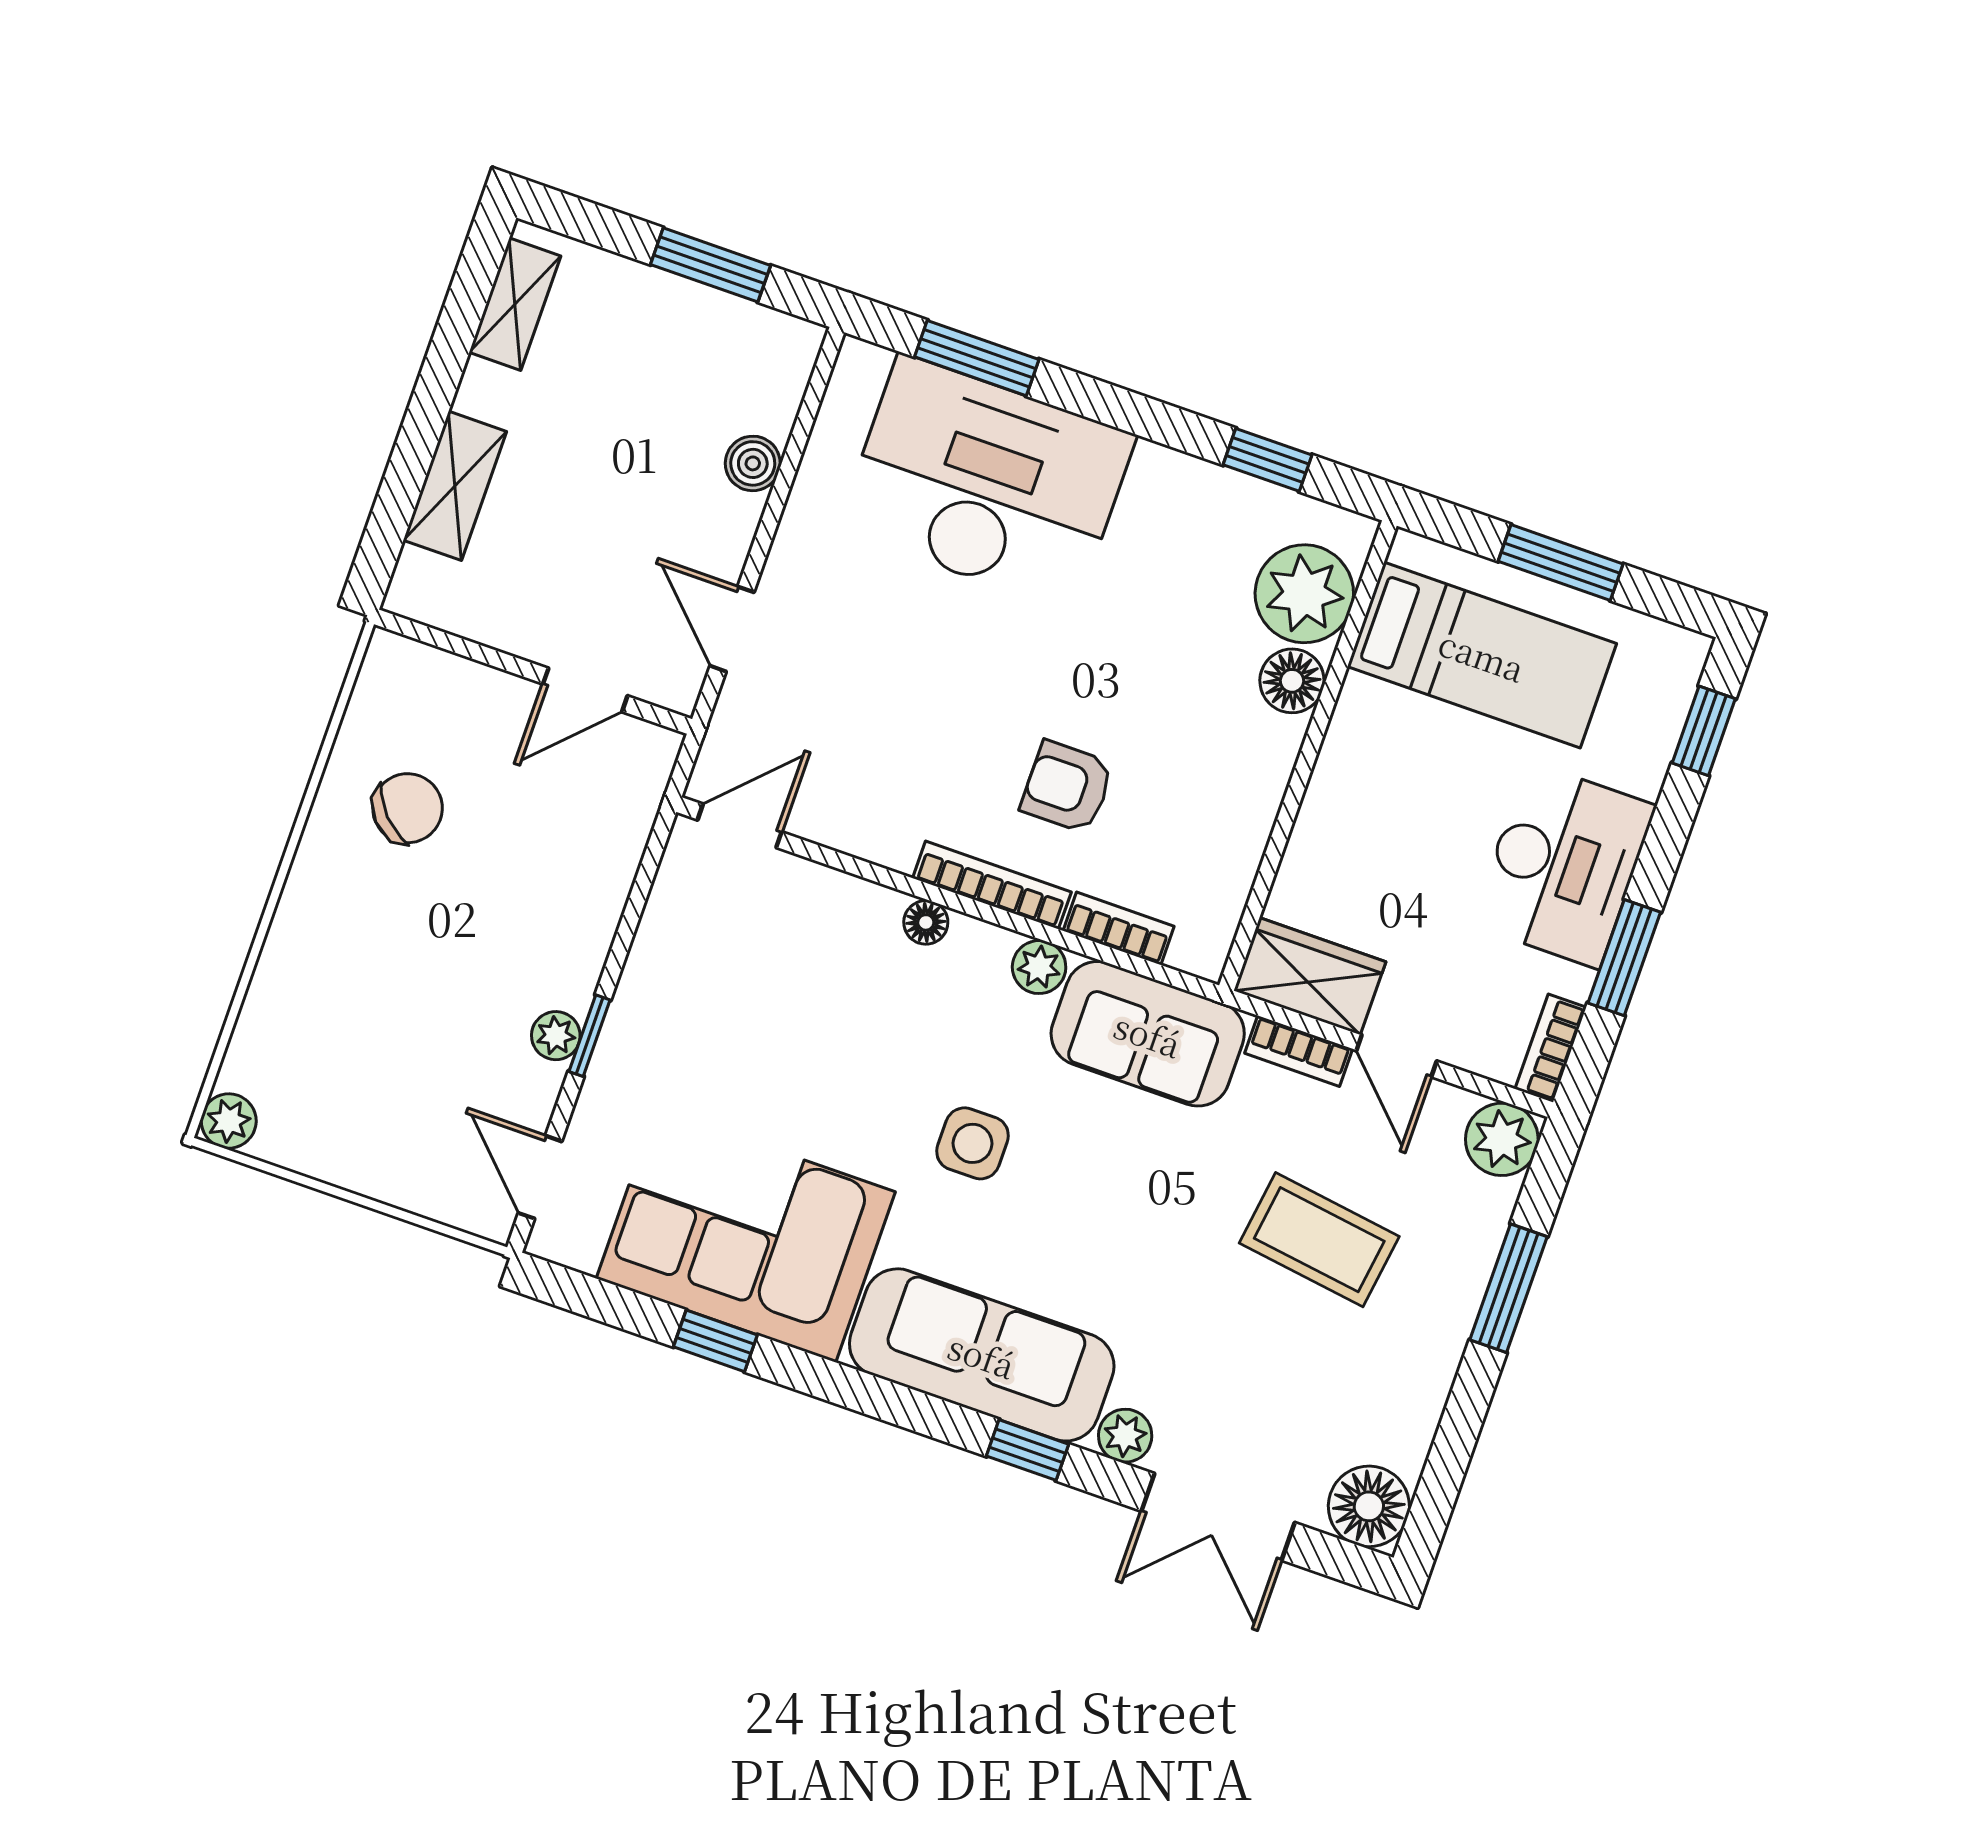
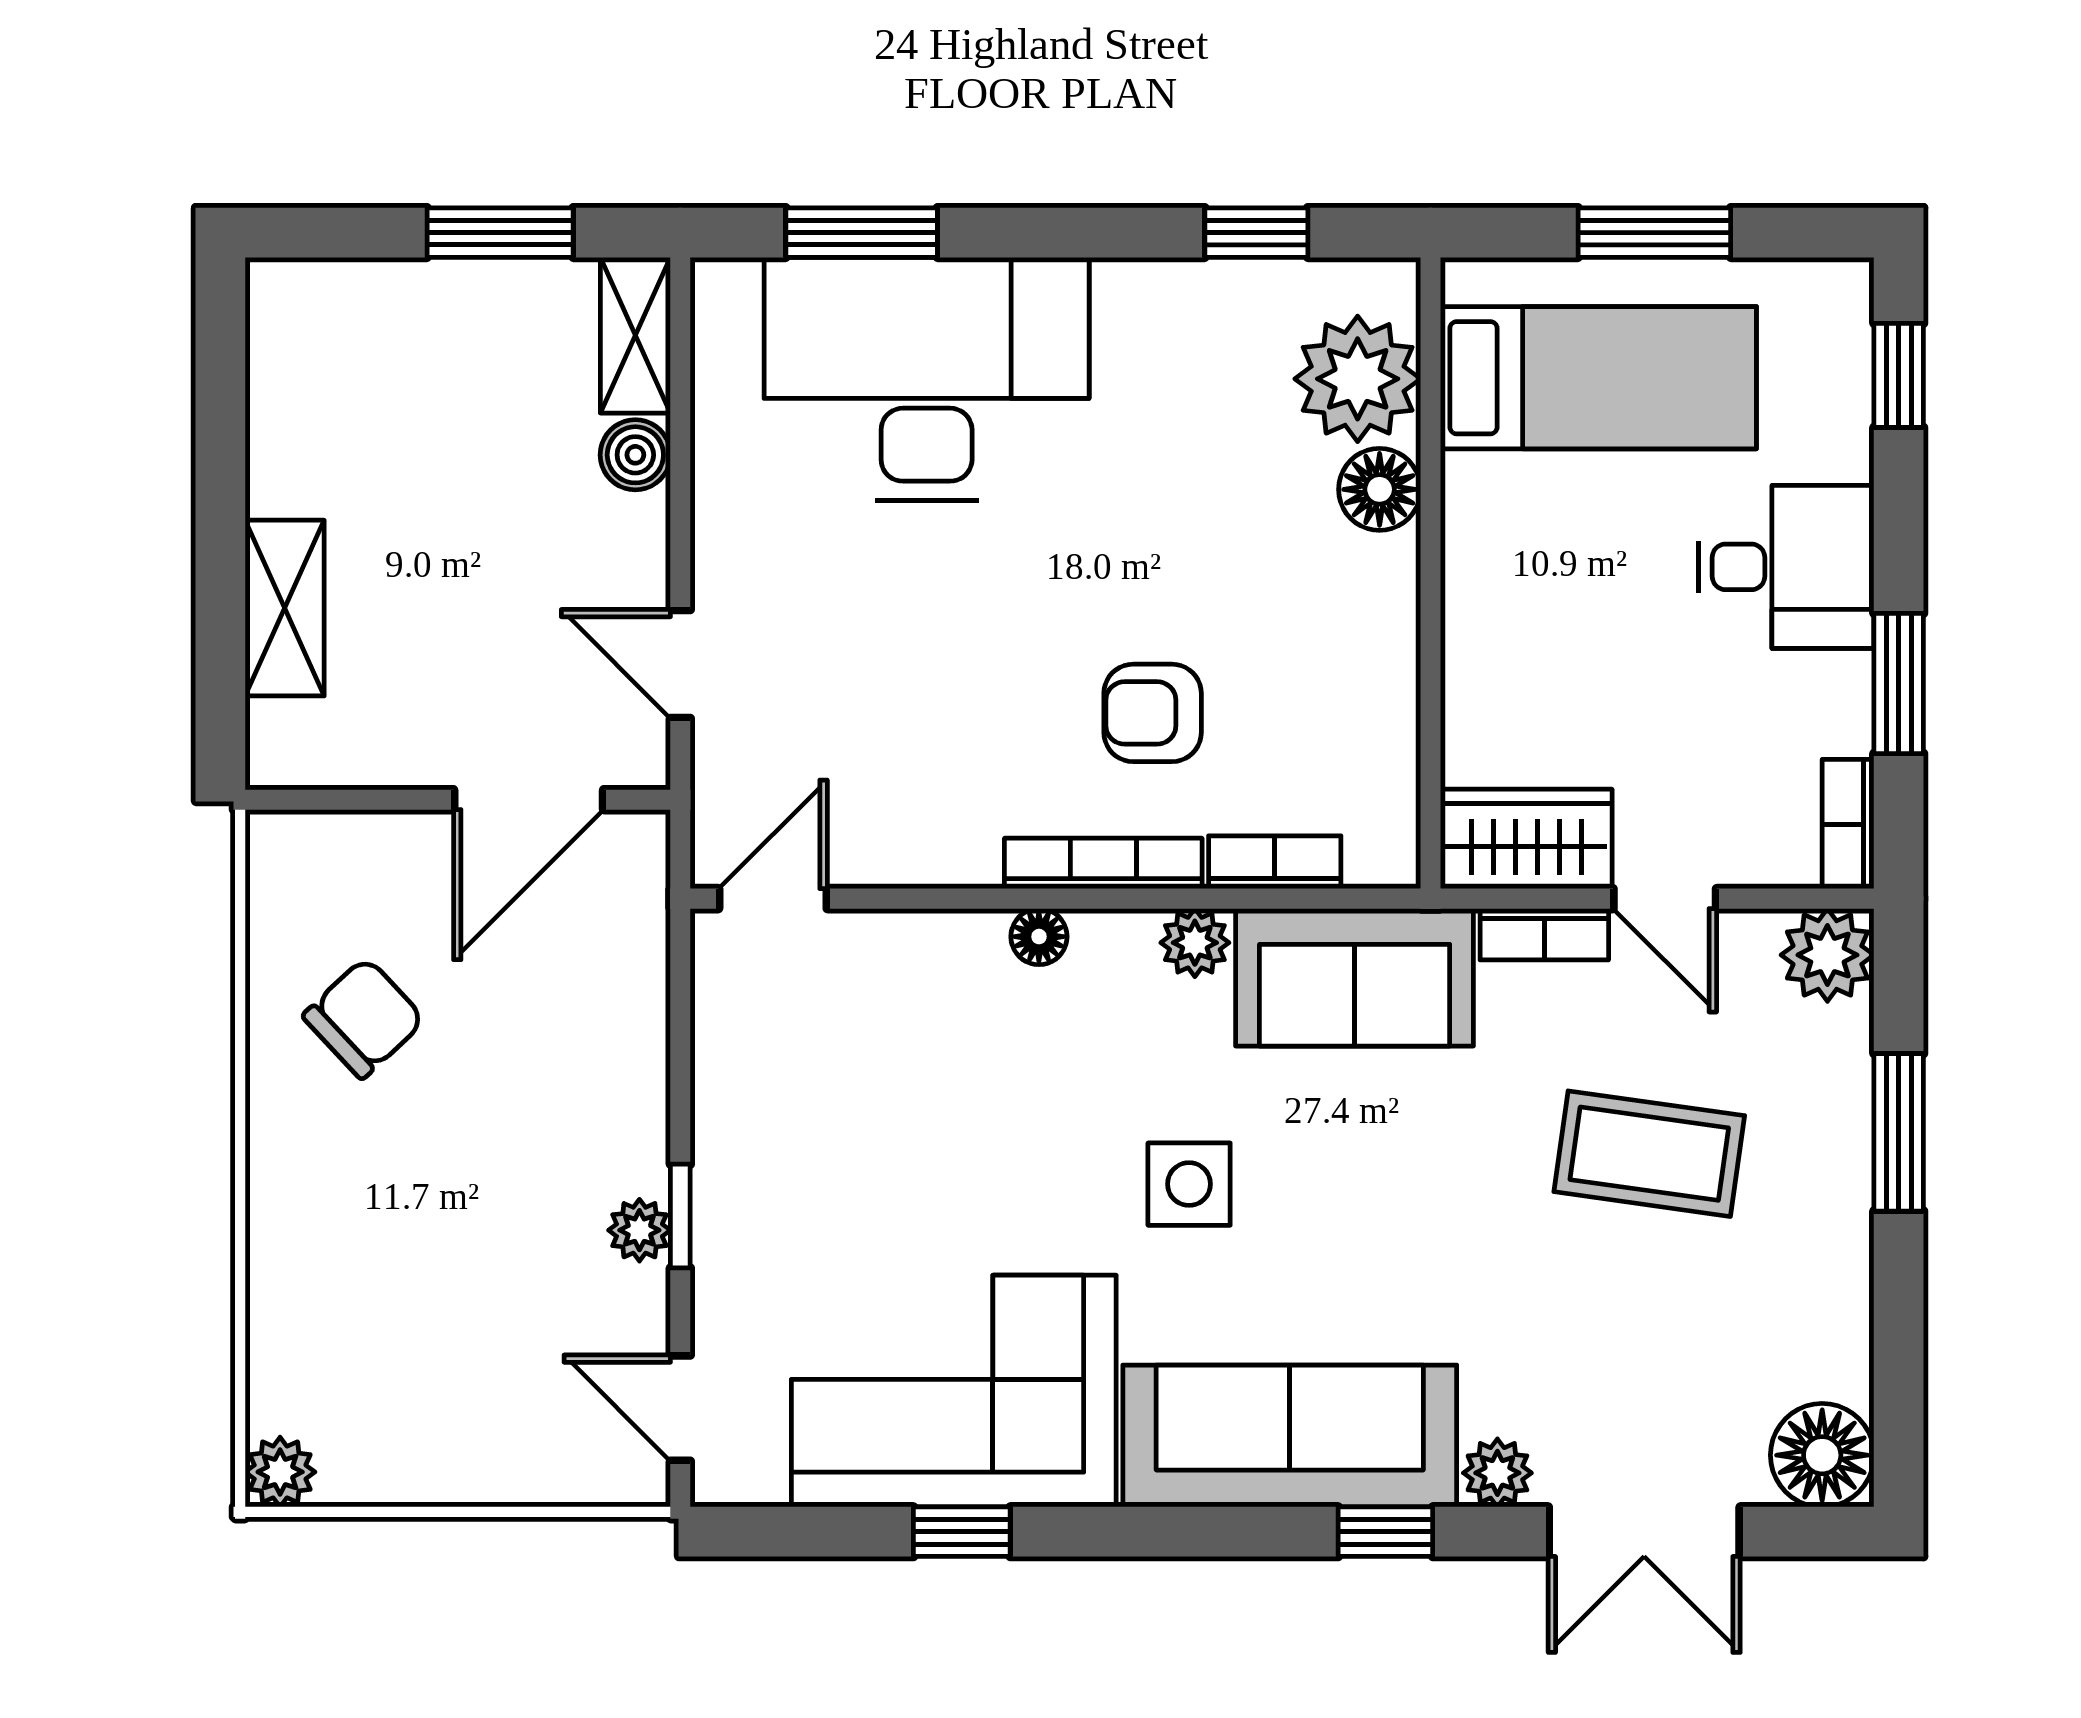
shelving: (515, 304) -> (635, 335), moved
door: (585, 690) -> (529, 800), width x1.38
desk: (1564, 865) -> (1786, 567), width x0.73

